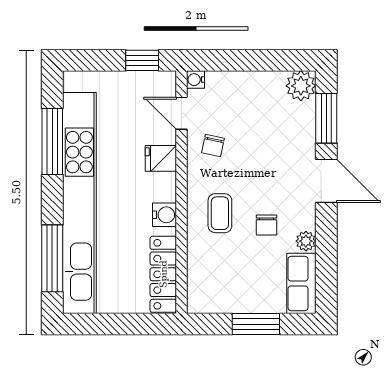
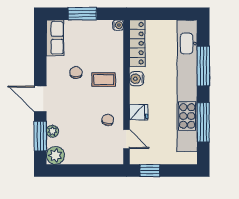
water cooler: (196, 80) -> (118, 25), moved
coffee table: (220, 213) -> (104, 80), turned 90
plant: (306, 241) -> (52, 131), moved
window: (52, 258) -> (203, 66), moved

